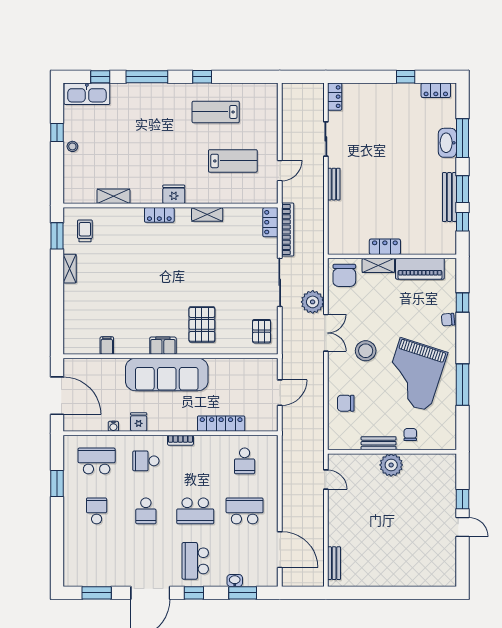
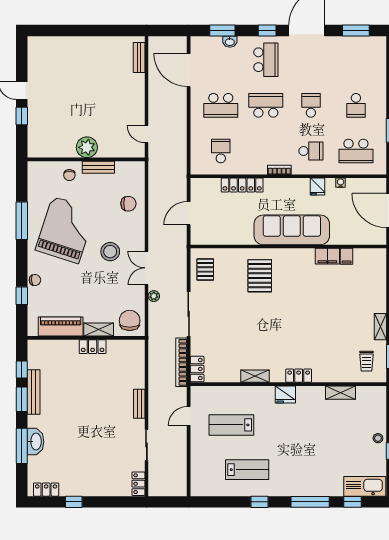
plant: (313, 302) -> (154, 296), width x0.53, depth x0.53
filing cabinet: (163, 346) -> (327, 256), moved

